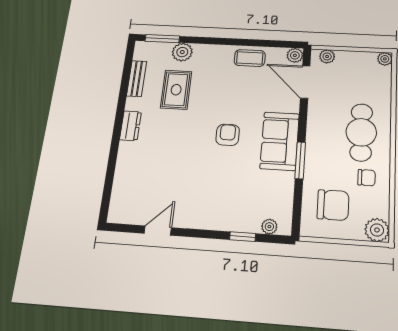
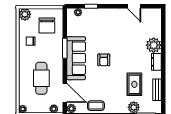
cafe table: (361, 132) -> (41, 78), moved
sofa: (280, 141) -> (76, 58), width x1.36
plant: (131, 156) -> (154, 45), added
chair: (333, 205) -> (47, 26), turned -90
door: (158, 231) -> (134, 6), hinge flipped

